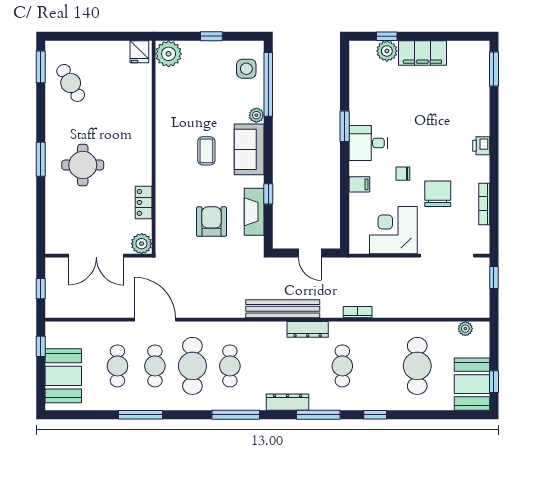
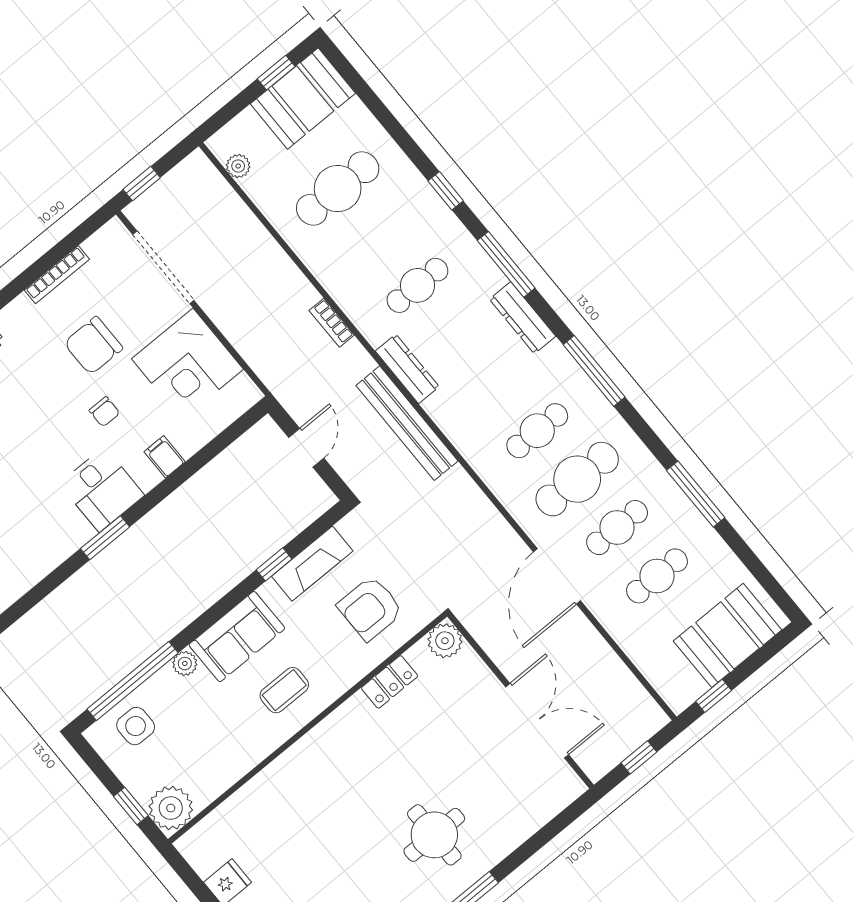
plant: (169, 54) -> (171, 808), moved
wall: (154, 147) -> (308, 728), moved
locker: (144, 202) -> (390, 682), moved
plant: (142, 244) -> (445, 641), moved

